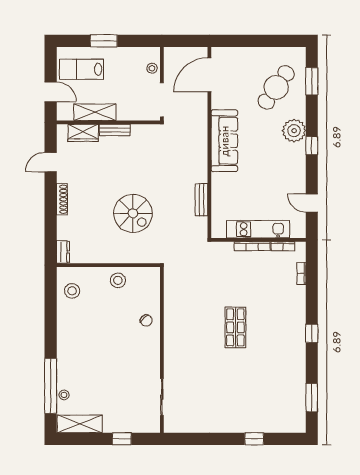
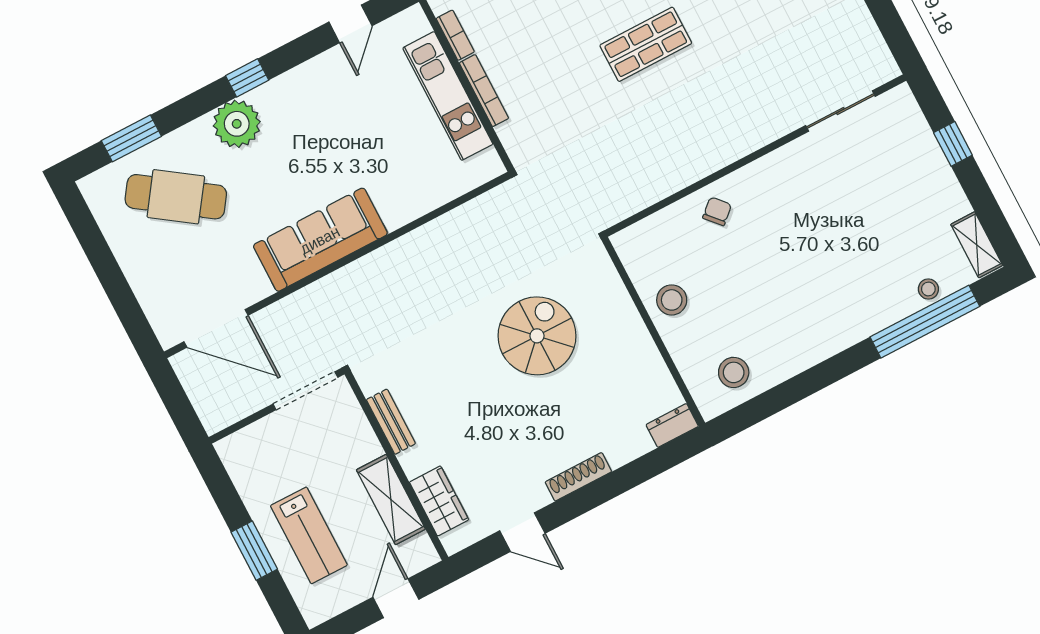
stool: (152, 68) -> (258, 438), removed
lab bench: (82, 69) -> (309, 535), moved
bench: (115, 130) -> (391, 422), moved
bench: (201, 200) -> (448, 225), removed
shelving: (80, 424) -> (977, 245), width x0.67, depth x0.75

